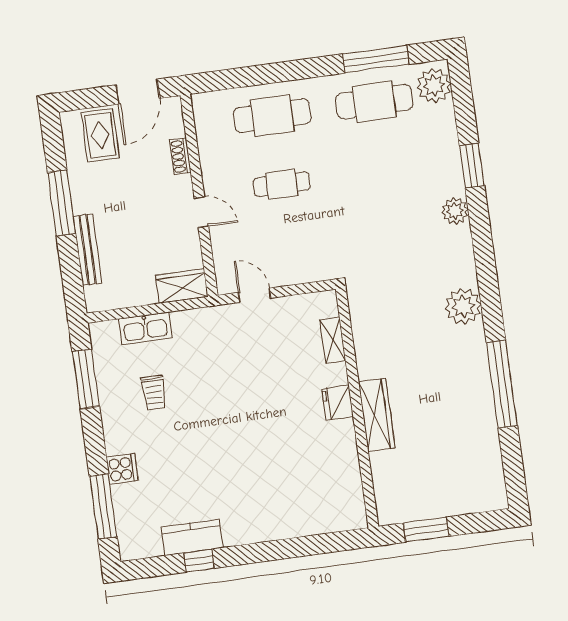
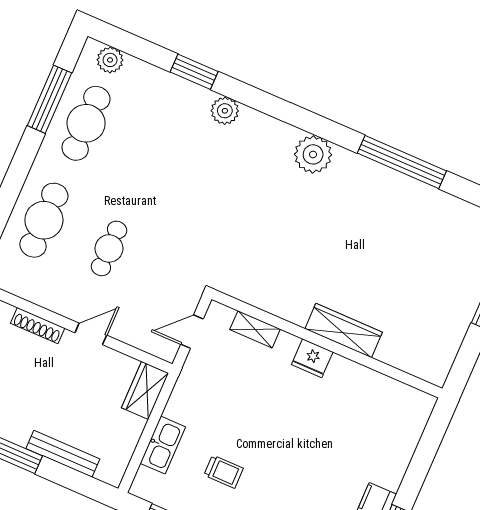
plant: (434, 86) -> (110, 60), width x0.73, depth x0.73
shoe rack: (180, 156) -> (38, 326), width x1.43
shelving: (333, 340) -> (255, 329), moved
fridge: (338, 403) -> (312, 358), moved
wall: (357, 408) -> (327, 344), moved
wardrobe: (377, 415) -> (344, 331), moved

